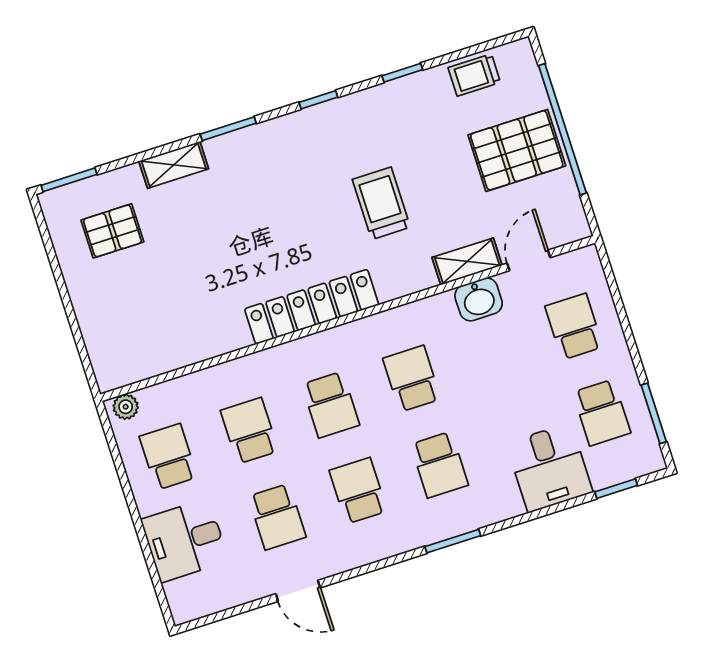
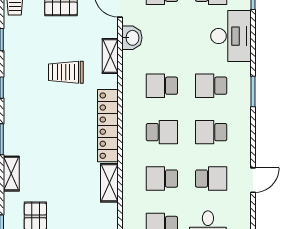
shelving: (467, 261) -> (110, 56), moved
shelving: (213, 341) -> (109, 183), added
school desk: (439, 465) -> (211, 86), turned 180
desk: (549, 468) -> (231, 36), width x1.37

